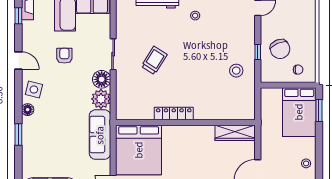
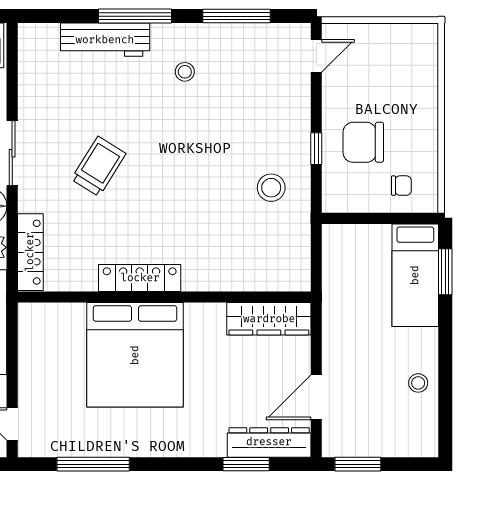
chair: (280, 49) -> (363, 142), turned 113
locker: (122, 101) -> (30, 252), added
bed: (299, 112) -> (415, 275), width x0.67
bed: (139, 150) -> (135, 355), moved

